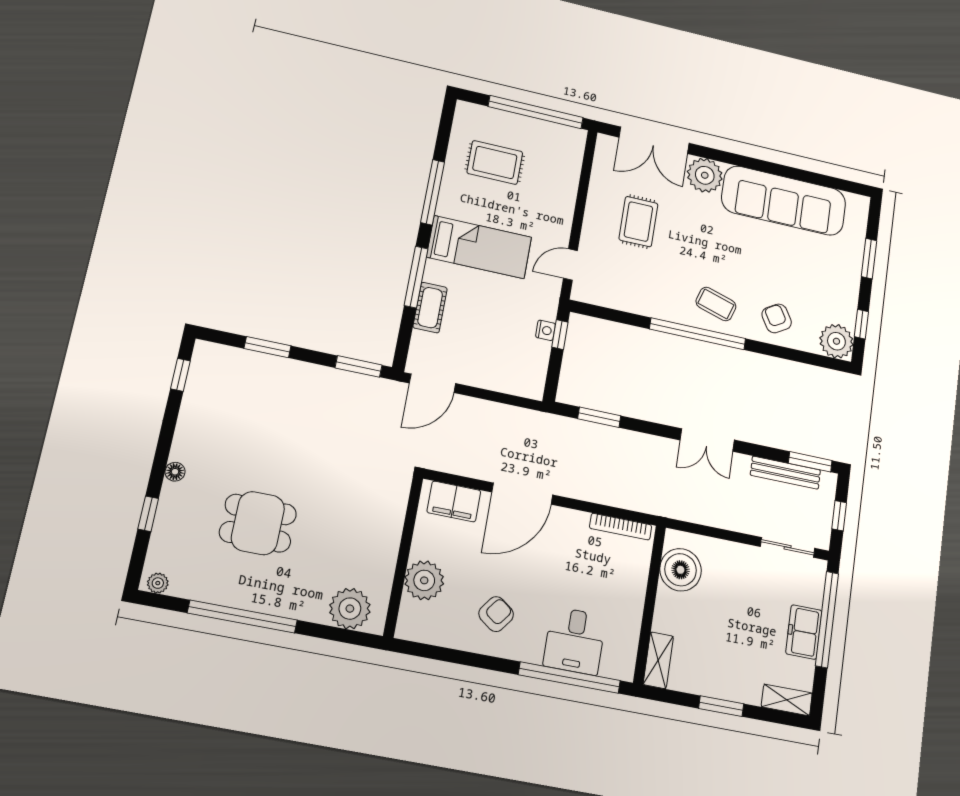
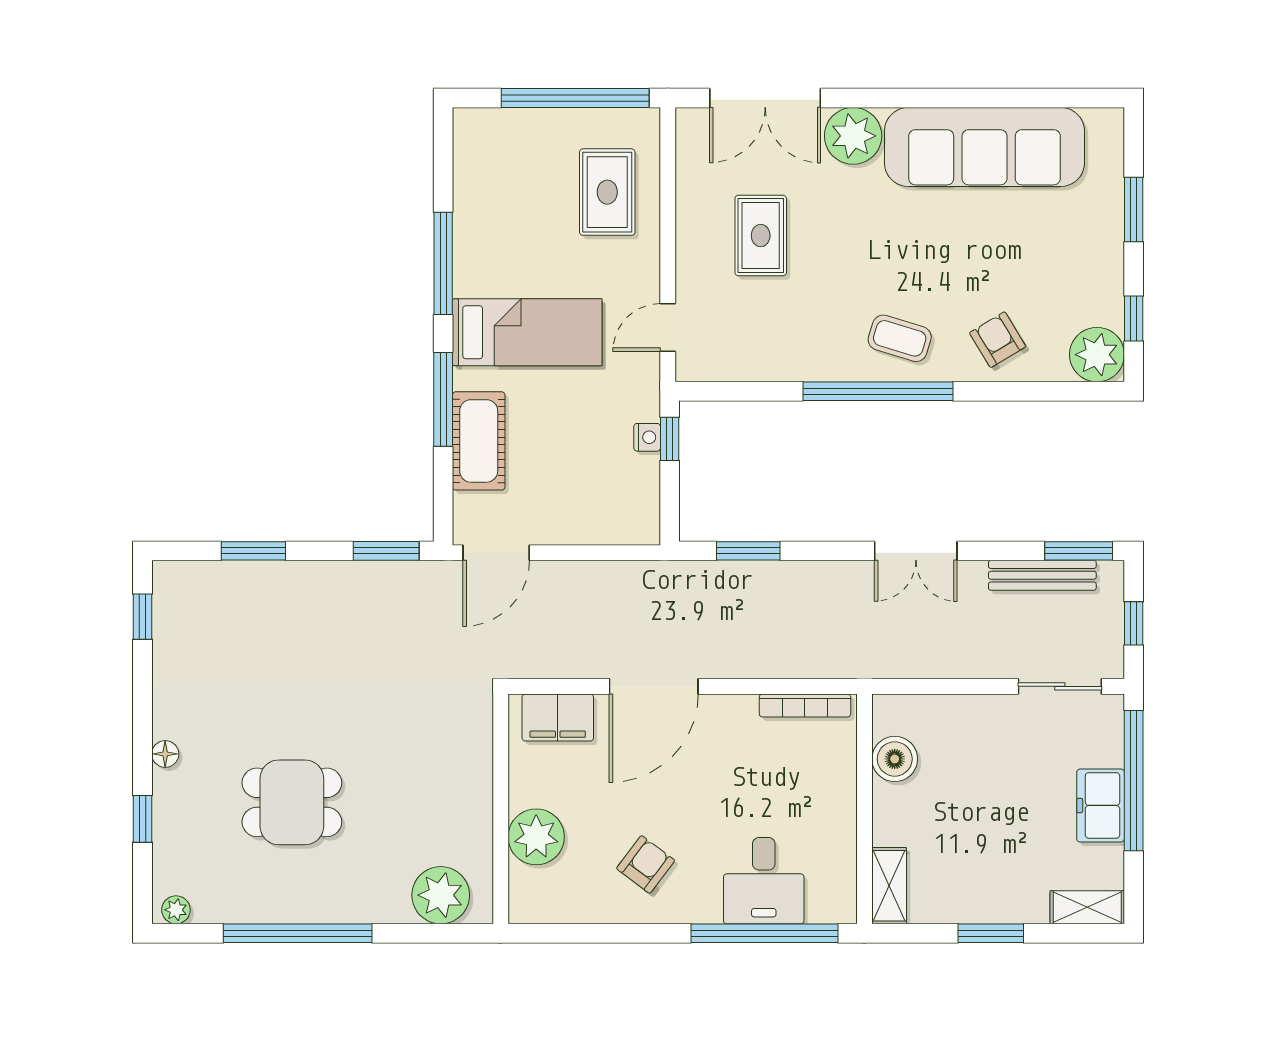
rug: (495, 162) -> (607, 192), moved, turned 90
cot: (430, 308) -> (479, 441), width x1.37, depth x1.34
boiler: (681, 570) -> (895, 759), width x0.73, depth x0.73

